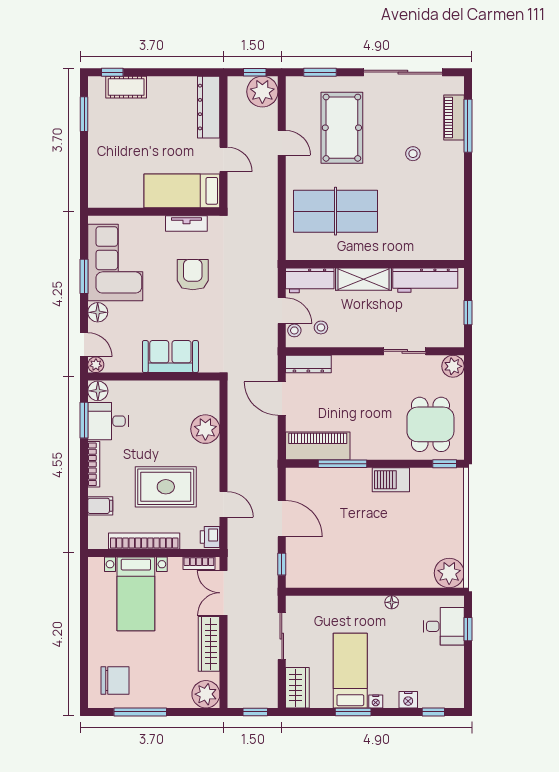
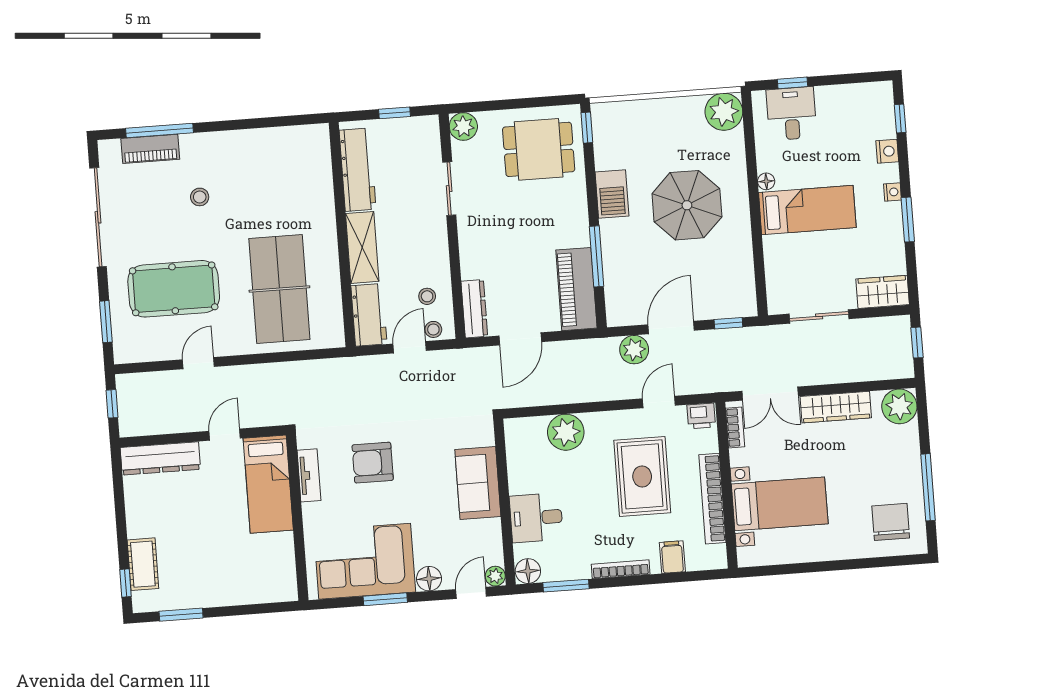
plant: (262, 92) -> (634, 350), moved, width x0.73, depth x0.73
desk: (108, 421) -> (536, 518), moved, turned 90
parasol: (377, 538) -> (687, 205), added
bed: (350, 671) -> (807, 210), moved, turned 180

